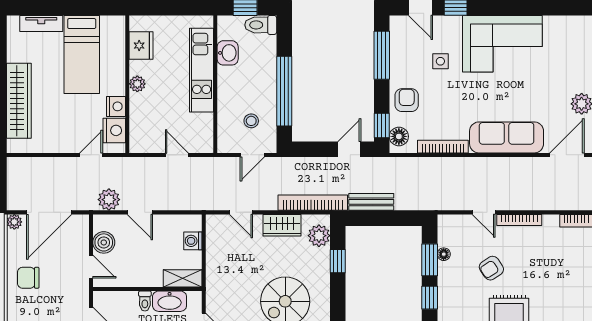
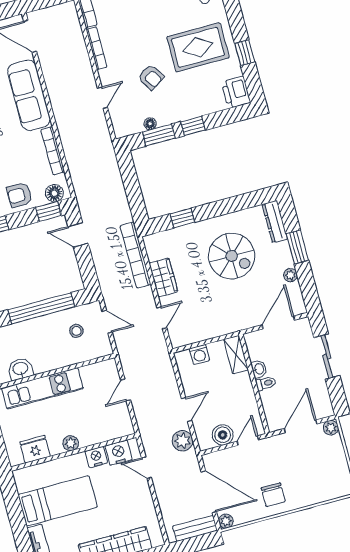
bench: (371, 202) -> (195, 528), moved, turned 90
bookcase: (519, 220) -> (97, 48), moved
plant: (319, 236) -> (164, 241), removed
washbasin: (170, 301) -> (259, 369), width x0.52, depth x0.69

